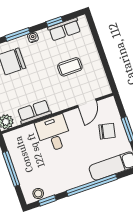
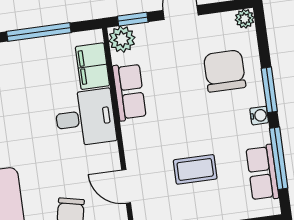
window: (54, 22) -> (279, 158), width x2.17
coffee table: (70, 67) -> (195, 169), turned 90
filing cabinet: (24, 135) -> (92, 66), added

